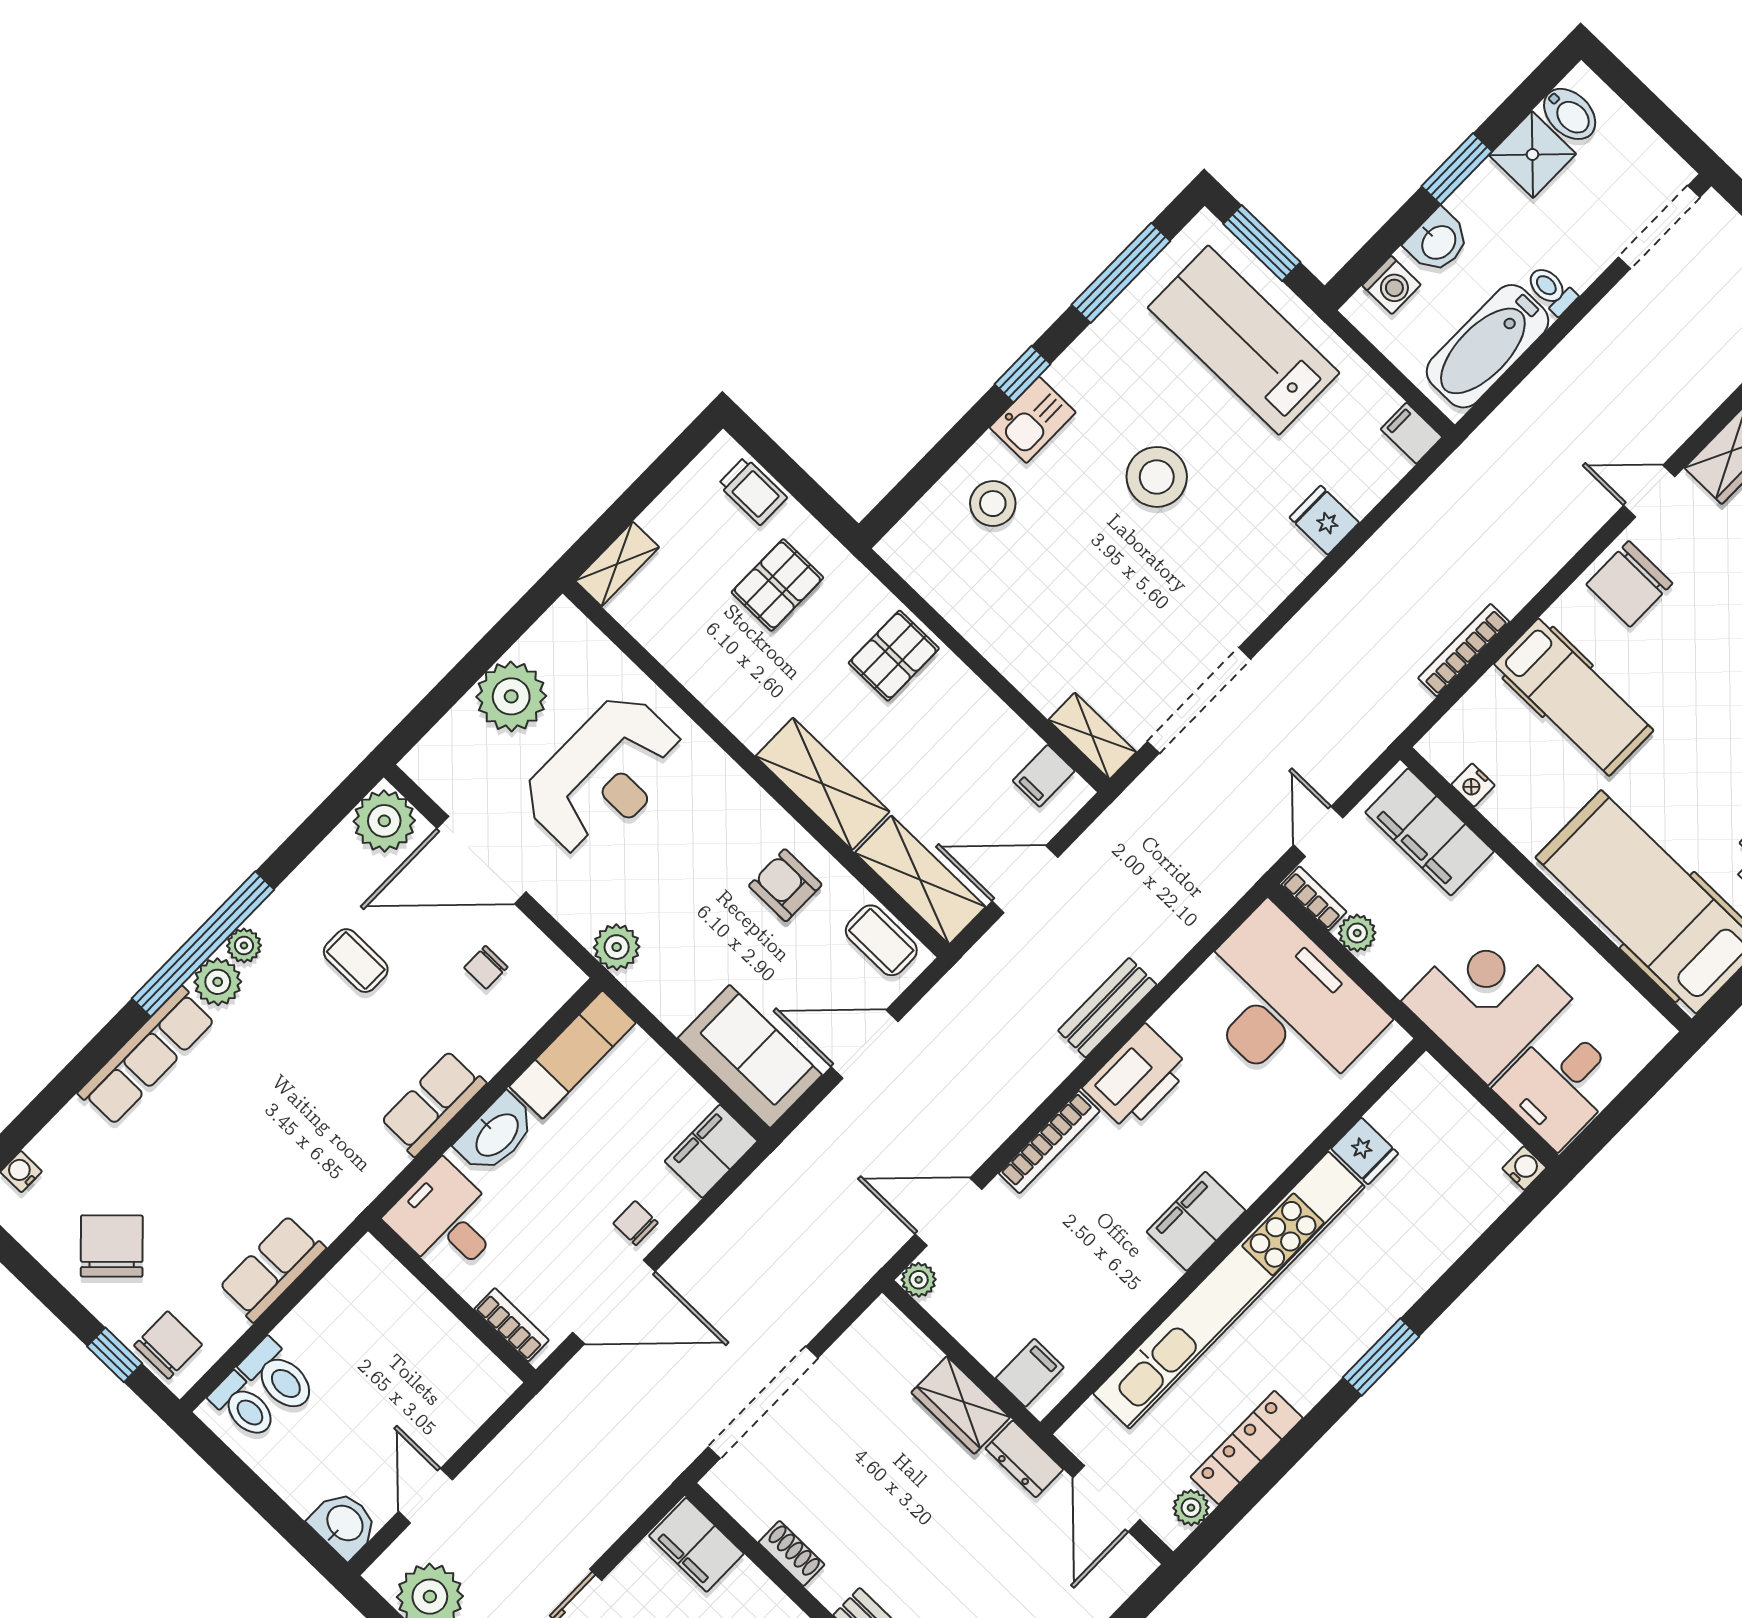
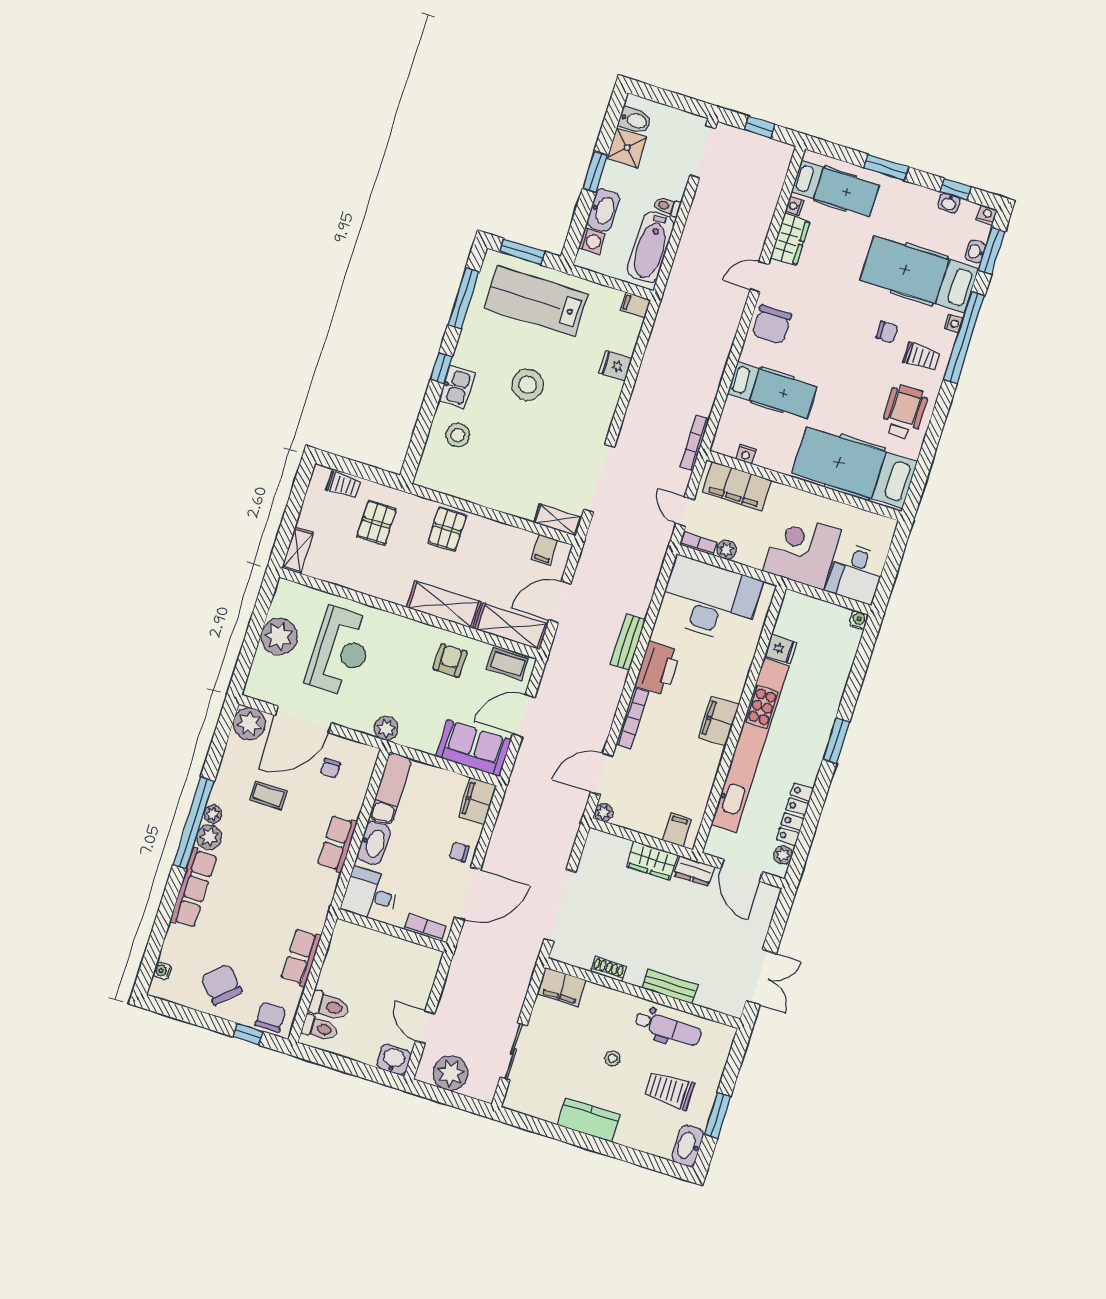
washbasin: (1438, 241) -> (603, 210), width x1.38
bookcase: (1464, 650) -> (695, 443), moved
armchair: (785, 885) -> (450, 660), turned 90

